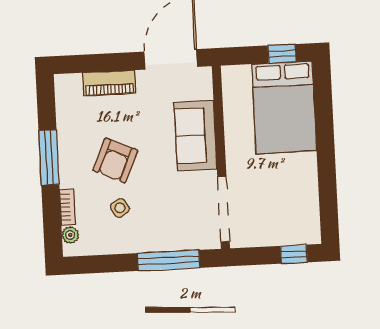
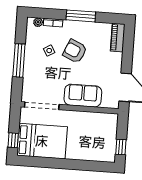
piano: (109, 83) -> (118, 38), moved
bed: (284, 107) -> (42, 141), moved, turned 180
window: (169, 260) -> (19, 60), moved

